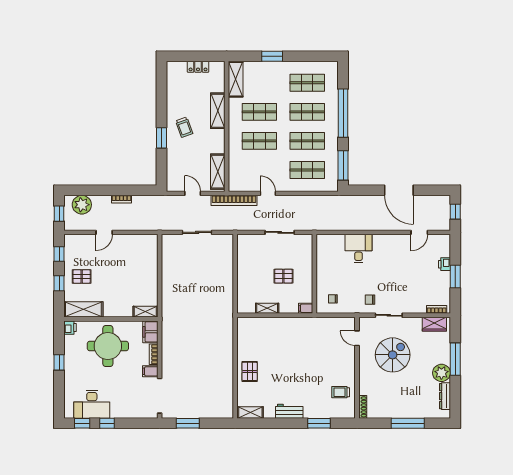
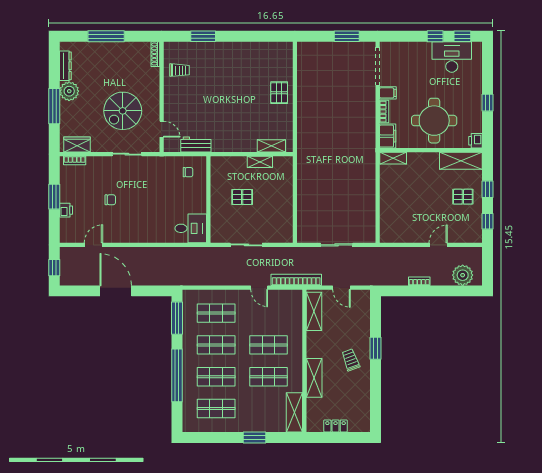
window: (59, 214) -> (488, 265), removed
desk: (358, 249) -> (191, 228), moved, turned -90
chair: (370, 300) -> (110, 200), moved
filing cabinet: (306, 308) -> (218, 162), removed
workbench: (289, 411) -> (196, 145), moved, turned 180
shelving: (250, 413) -> (271, 146), moved

